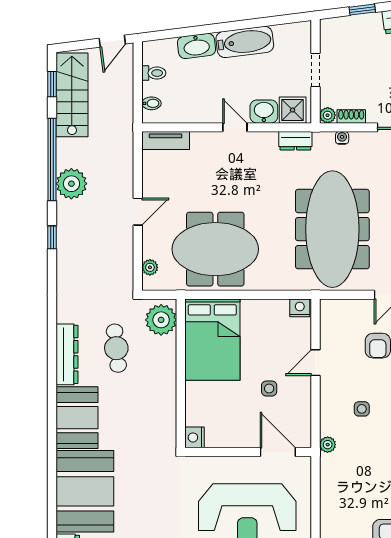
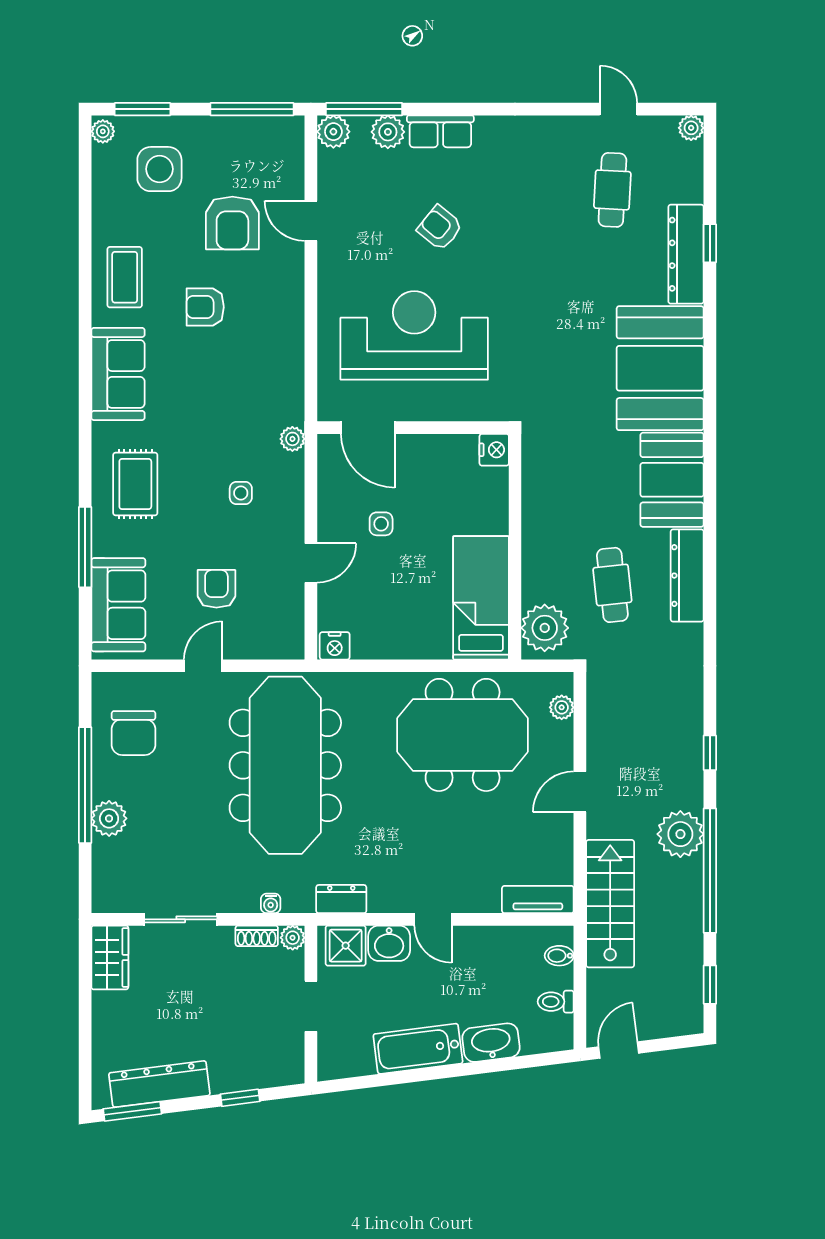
stairs: (72, 95) -> (610, 904), moved, turned 180
bed: (212, 340) -> (481, 598), width x0.67

